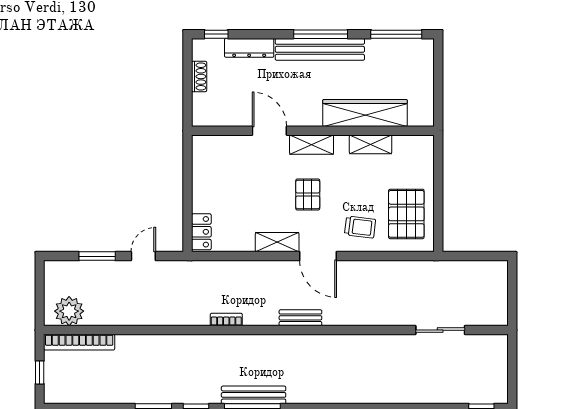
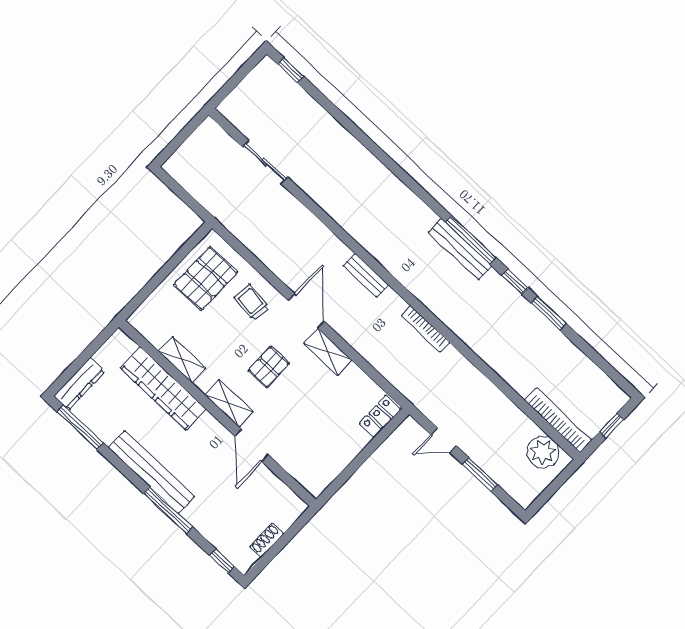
window: (321, 34) -> (168, 510), moved
dresser: (249, 48) -> (79, 384), moved, turned 90
bookcase: (226, 320) -> (426, 329), width x1.56

